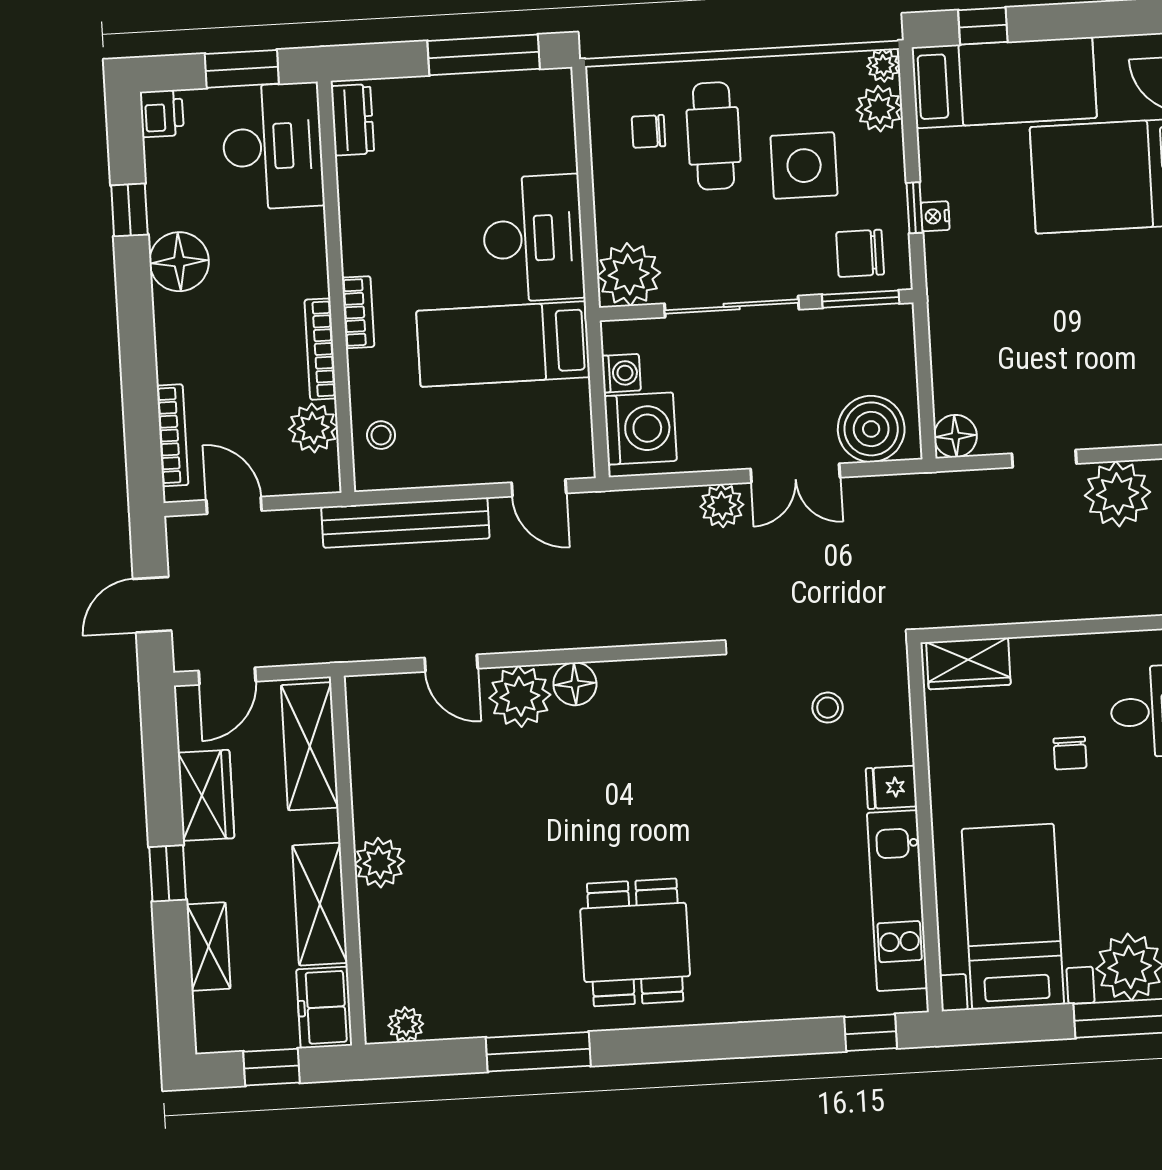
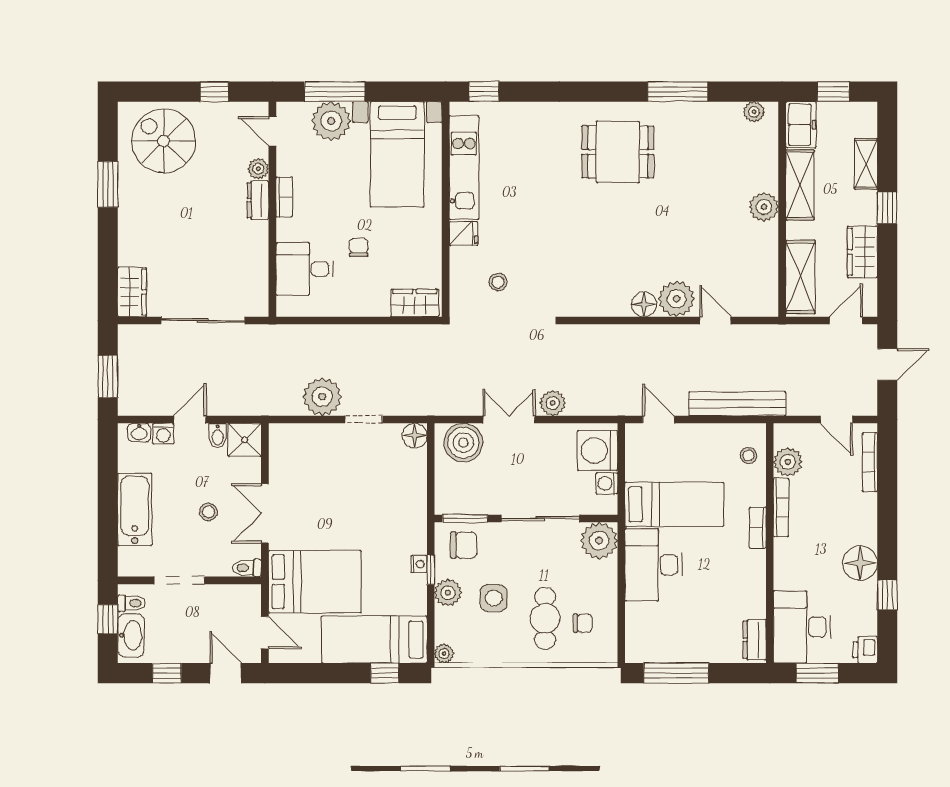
plant: (879, 109) -> (448, 593), moved
side table: (804, 166) -> (494, 598), width x0.73, depth x0.73
dining table: (635, 942) -> (618, 152), turned 90

